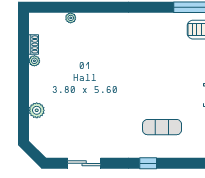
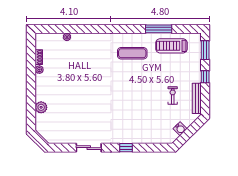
exercise mat: (162, 127) -> (132, 53), moved
sliding door: (84, 163) -> (89, 148), moved

